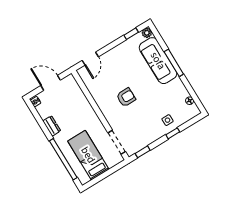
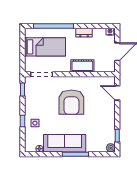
sofa: (158, 61) -> (65, 143), moved
armchair: (126, 97) -> (71, 102), width x1.88, depth x1.88
cot: (85, 108) -> (82, 66), added

